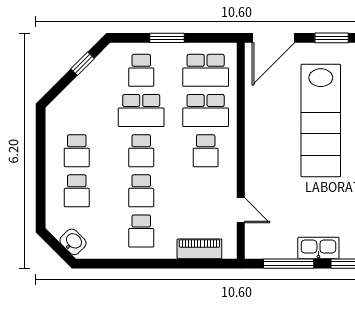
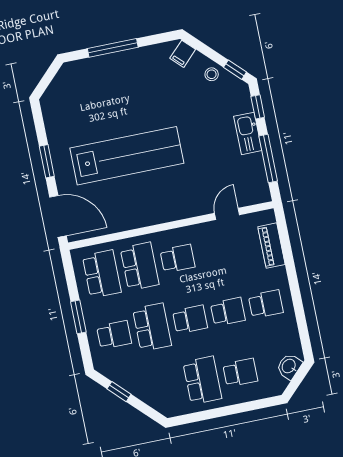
school desk: (77, 151) -> (202, 380), width x1.85

